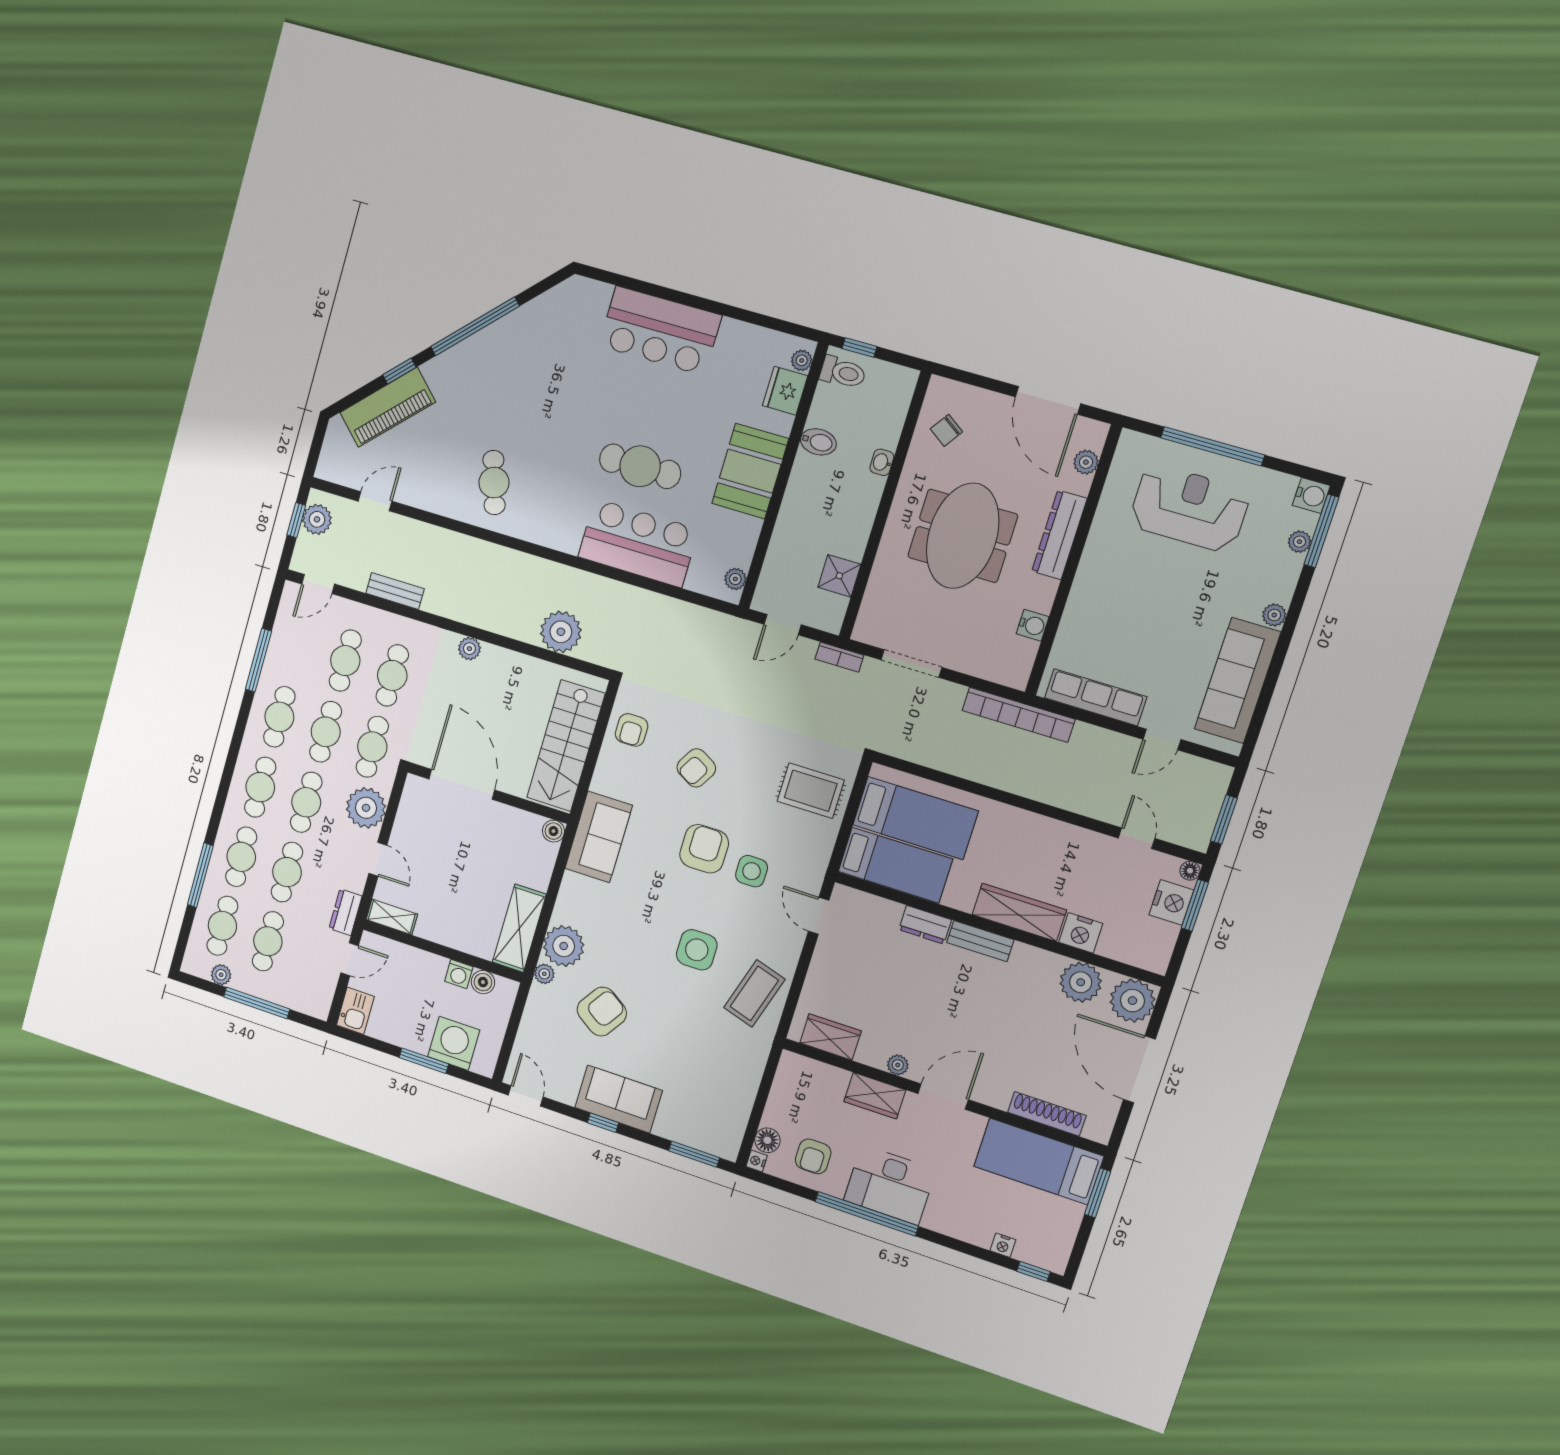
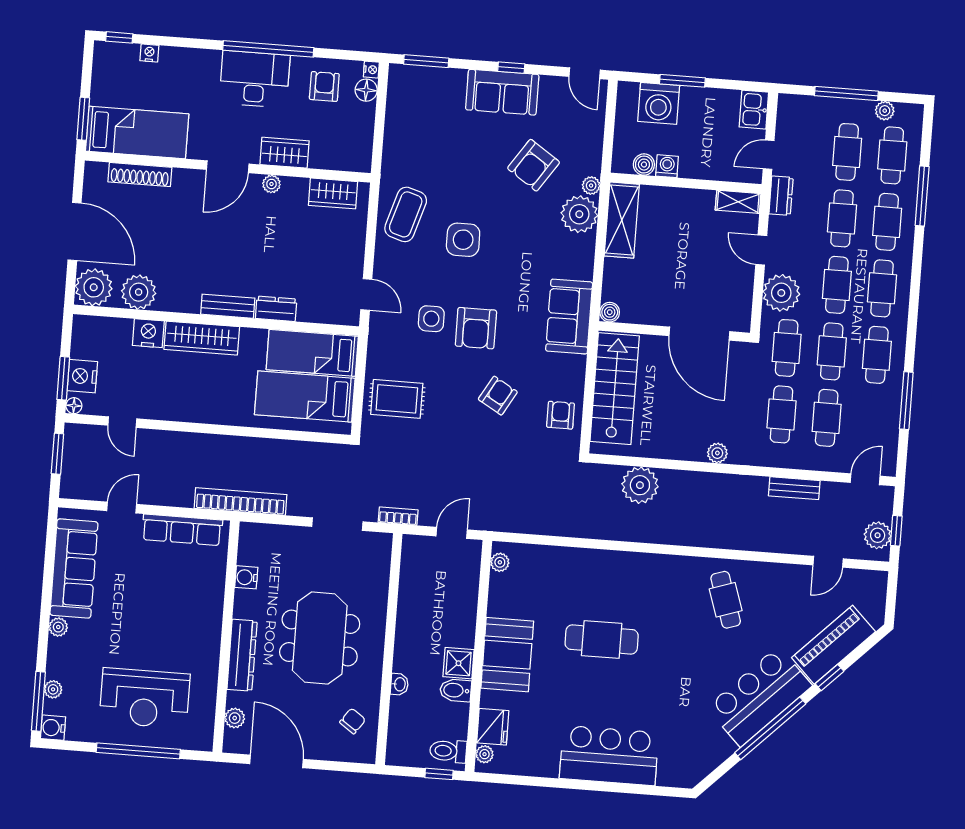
bar counter: (638, 543) -> (759, 697), moved, turned 135
shower: (839, 576) -> (458, 663), moved

